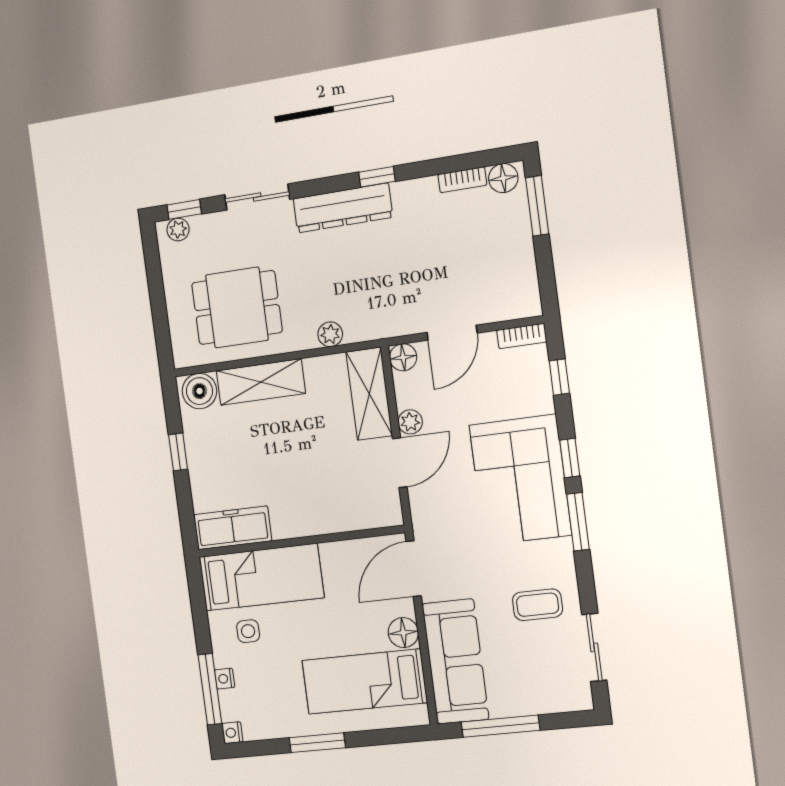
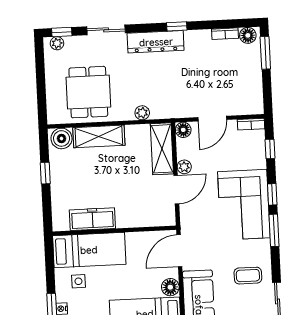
dining table: (237, 308) -> (88, 92), turned 90
freezer: (233, 528) -> (92, 219), moved

